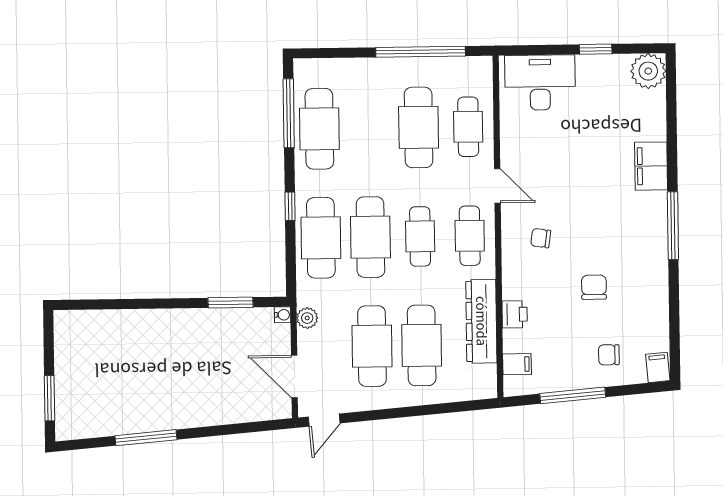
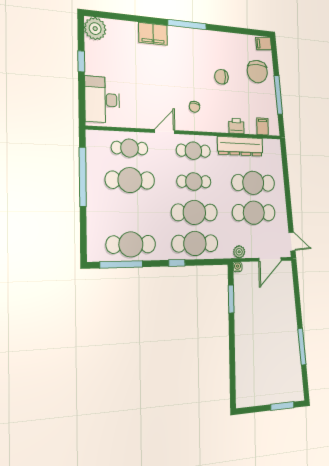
chair: (609, 355) -> (257, 72), width x1.87, depth x1.87

